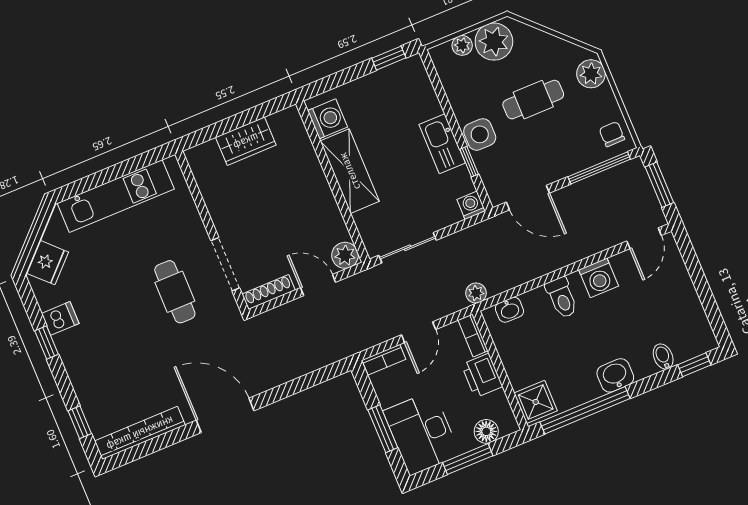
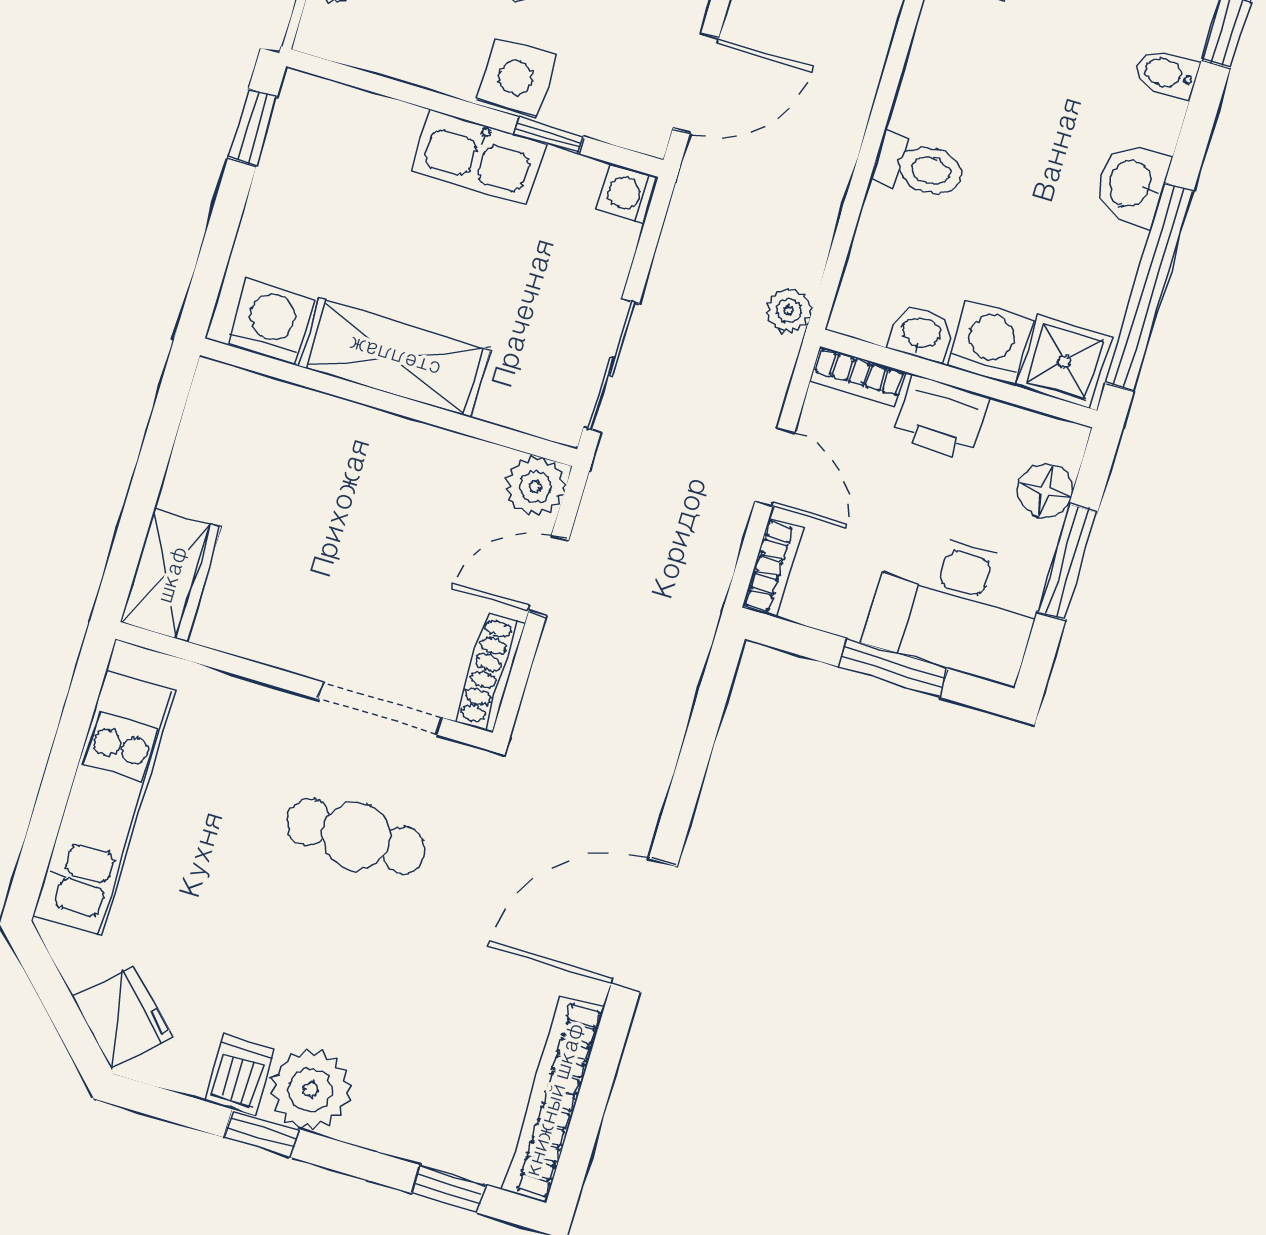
wardrobe: (246, 141) -> (171, 574), moved
washing machine: (599, 278) -> (990, 343), moved, turned -90
washbasin: (509, 310) -> (921, 334), moved, turned -90
plant: (75, 347) -> (311, 1090), added

